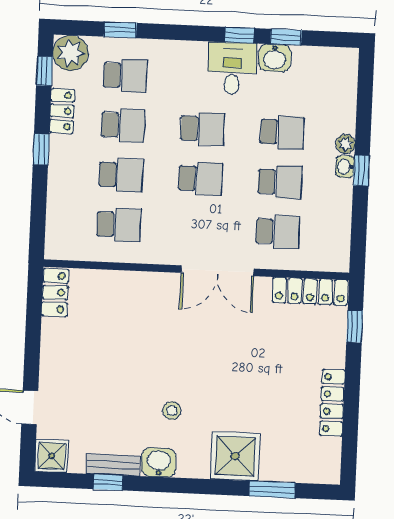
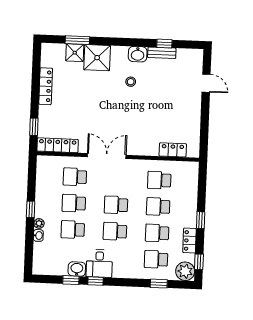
washbasin: (345, 167) -> (38, 235), moved
locker: (55, 293) -> (173, 150), moved, turned 90
shower: (52, 456) -> (75, 53), moved

